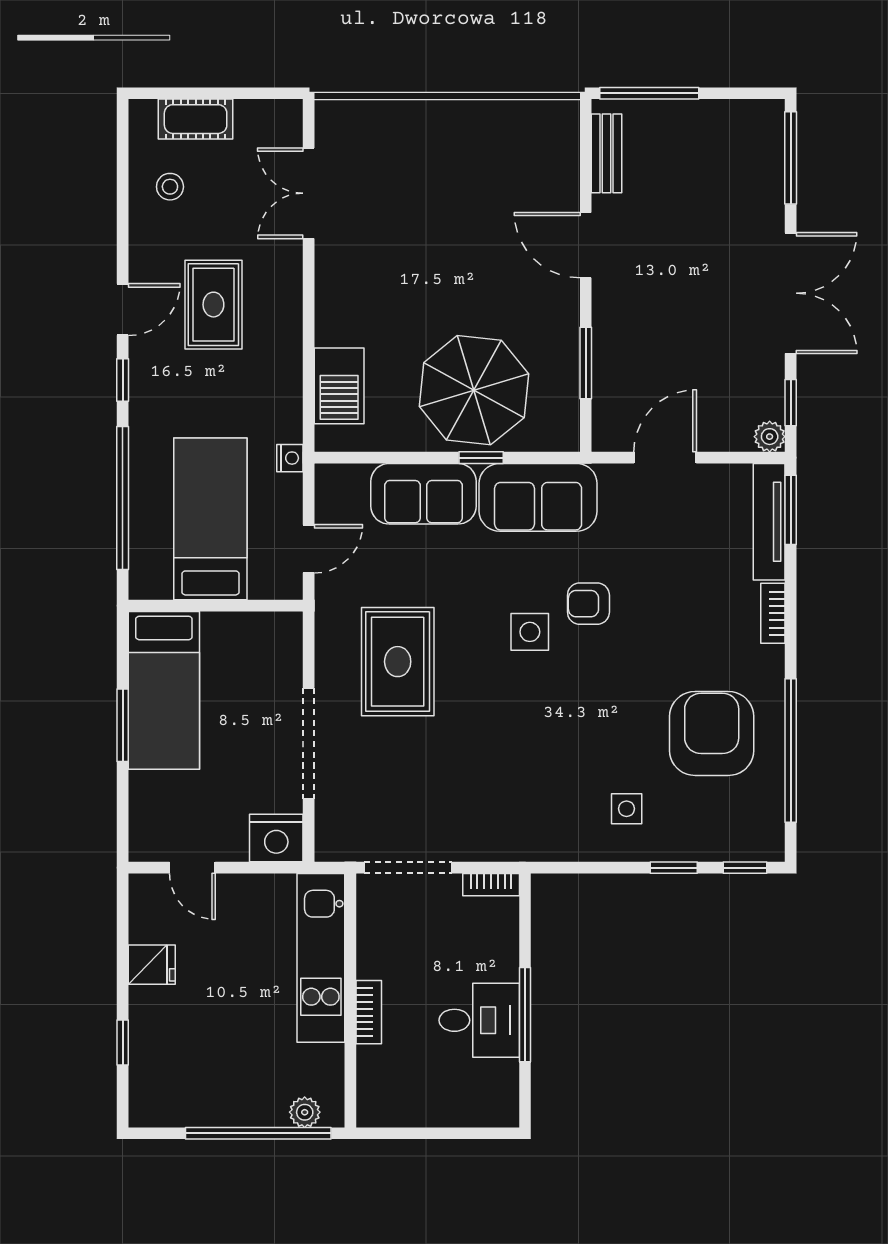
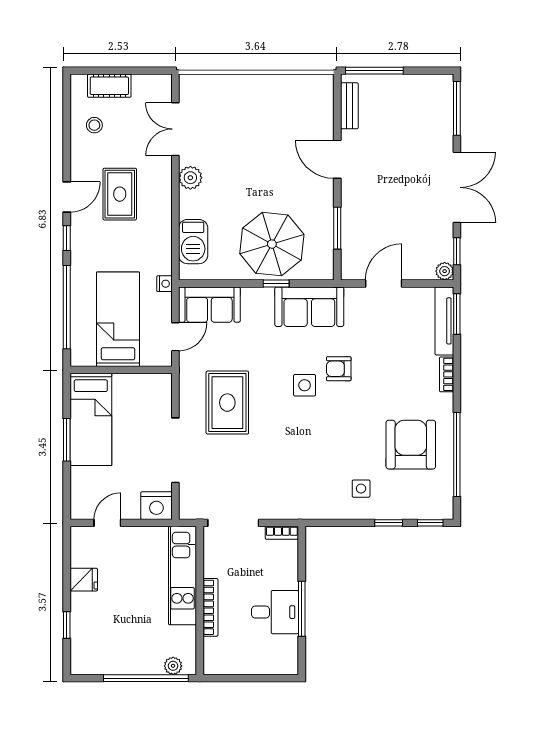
plant: (334, 277) -> (190, 178), added
sofa: (424, 494) -> (209, 305), moved
door: (192, 868) -> (107, 523), swing flipped
bookcase: (369, 1012) -> (210, 607), width x1.56

